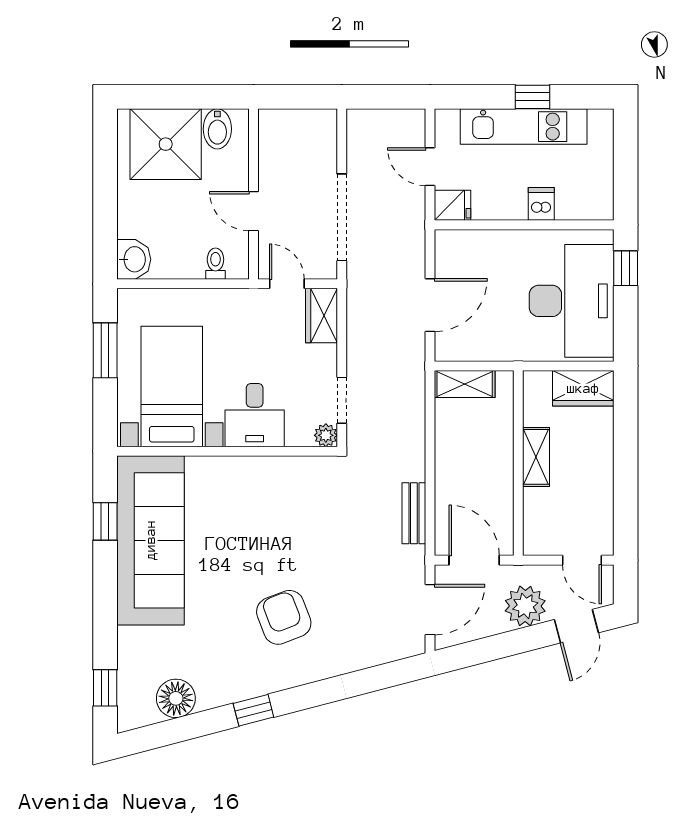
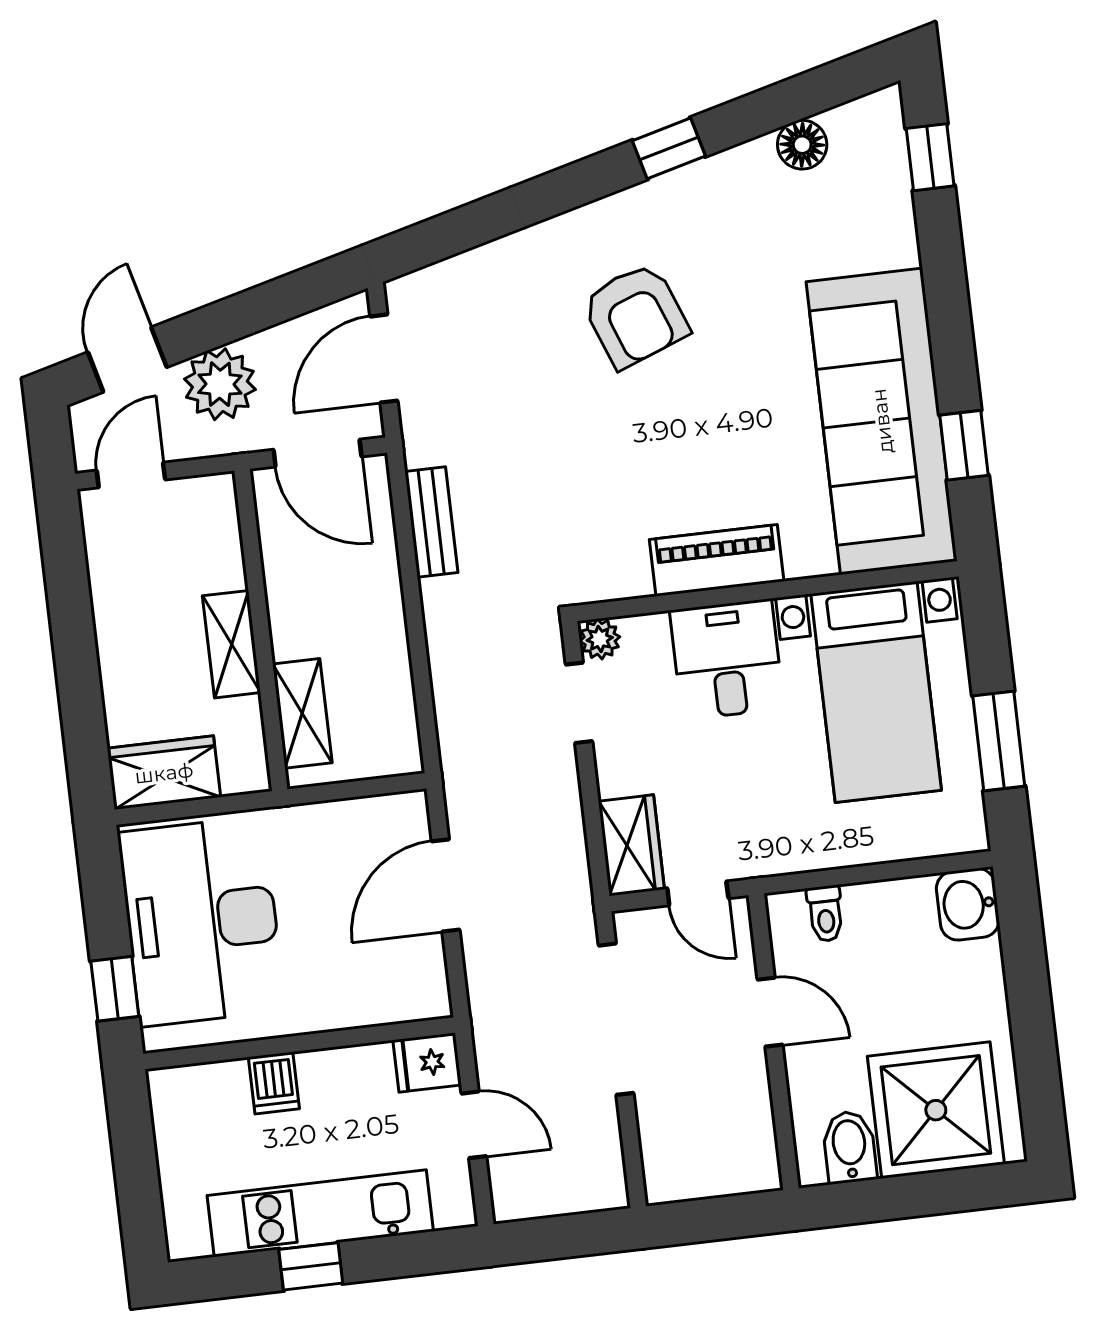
shelving: (465, 384) -> (302, 713), moved, turned 90
piano: (254, 472) -> (717, 560), added
door: (582, 560) -> (131, 475), hinge flipped
floor lamp: (176, 698) -> (802, 145), width x0.73, depth x0.73

